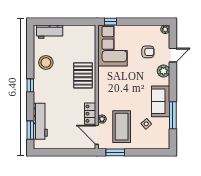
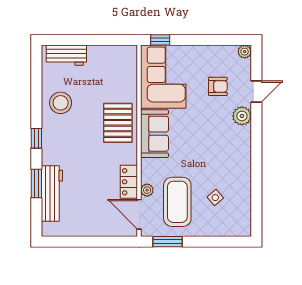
sofa: (161, 101) -> (154, 134), moved, turned 180
window: (173, 115) -> (256, 184), removed
window: (30, 130) -> (36, 183), moved

